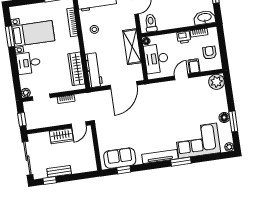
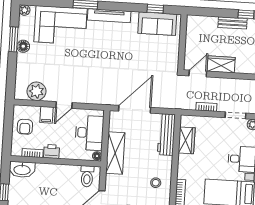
wardrobe: (76, 69) -> (187, 140), width x0.67
plant: (217, 82) -> (36, 91), moved

